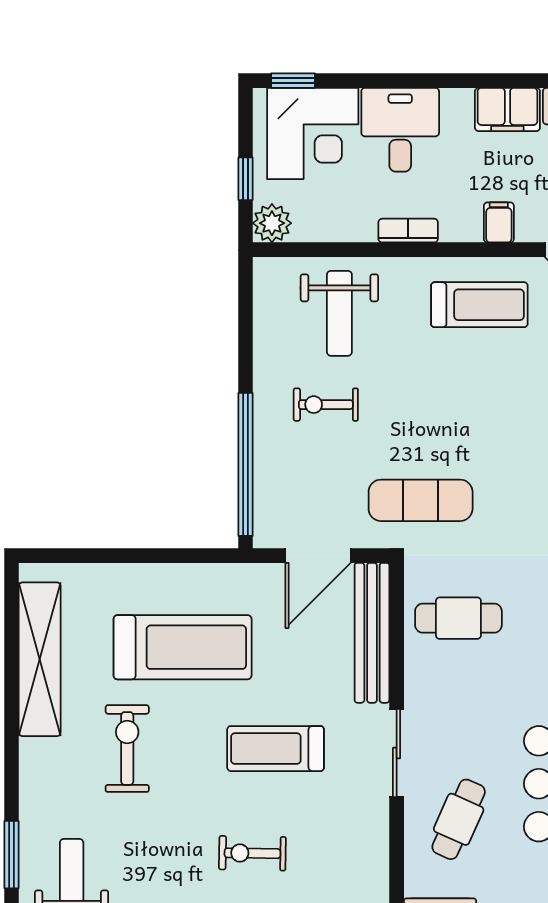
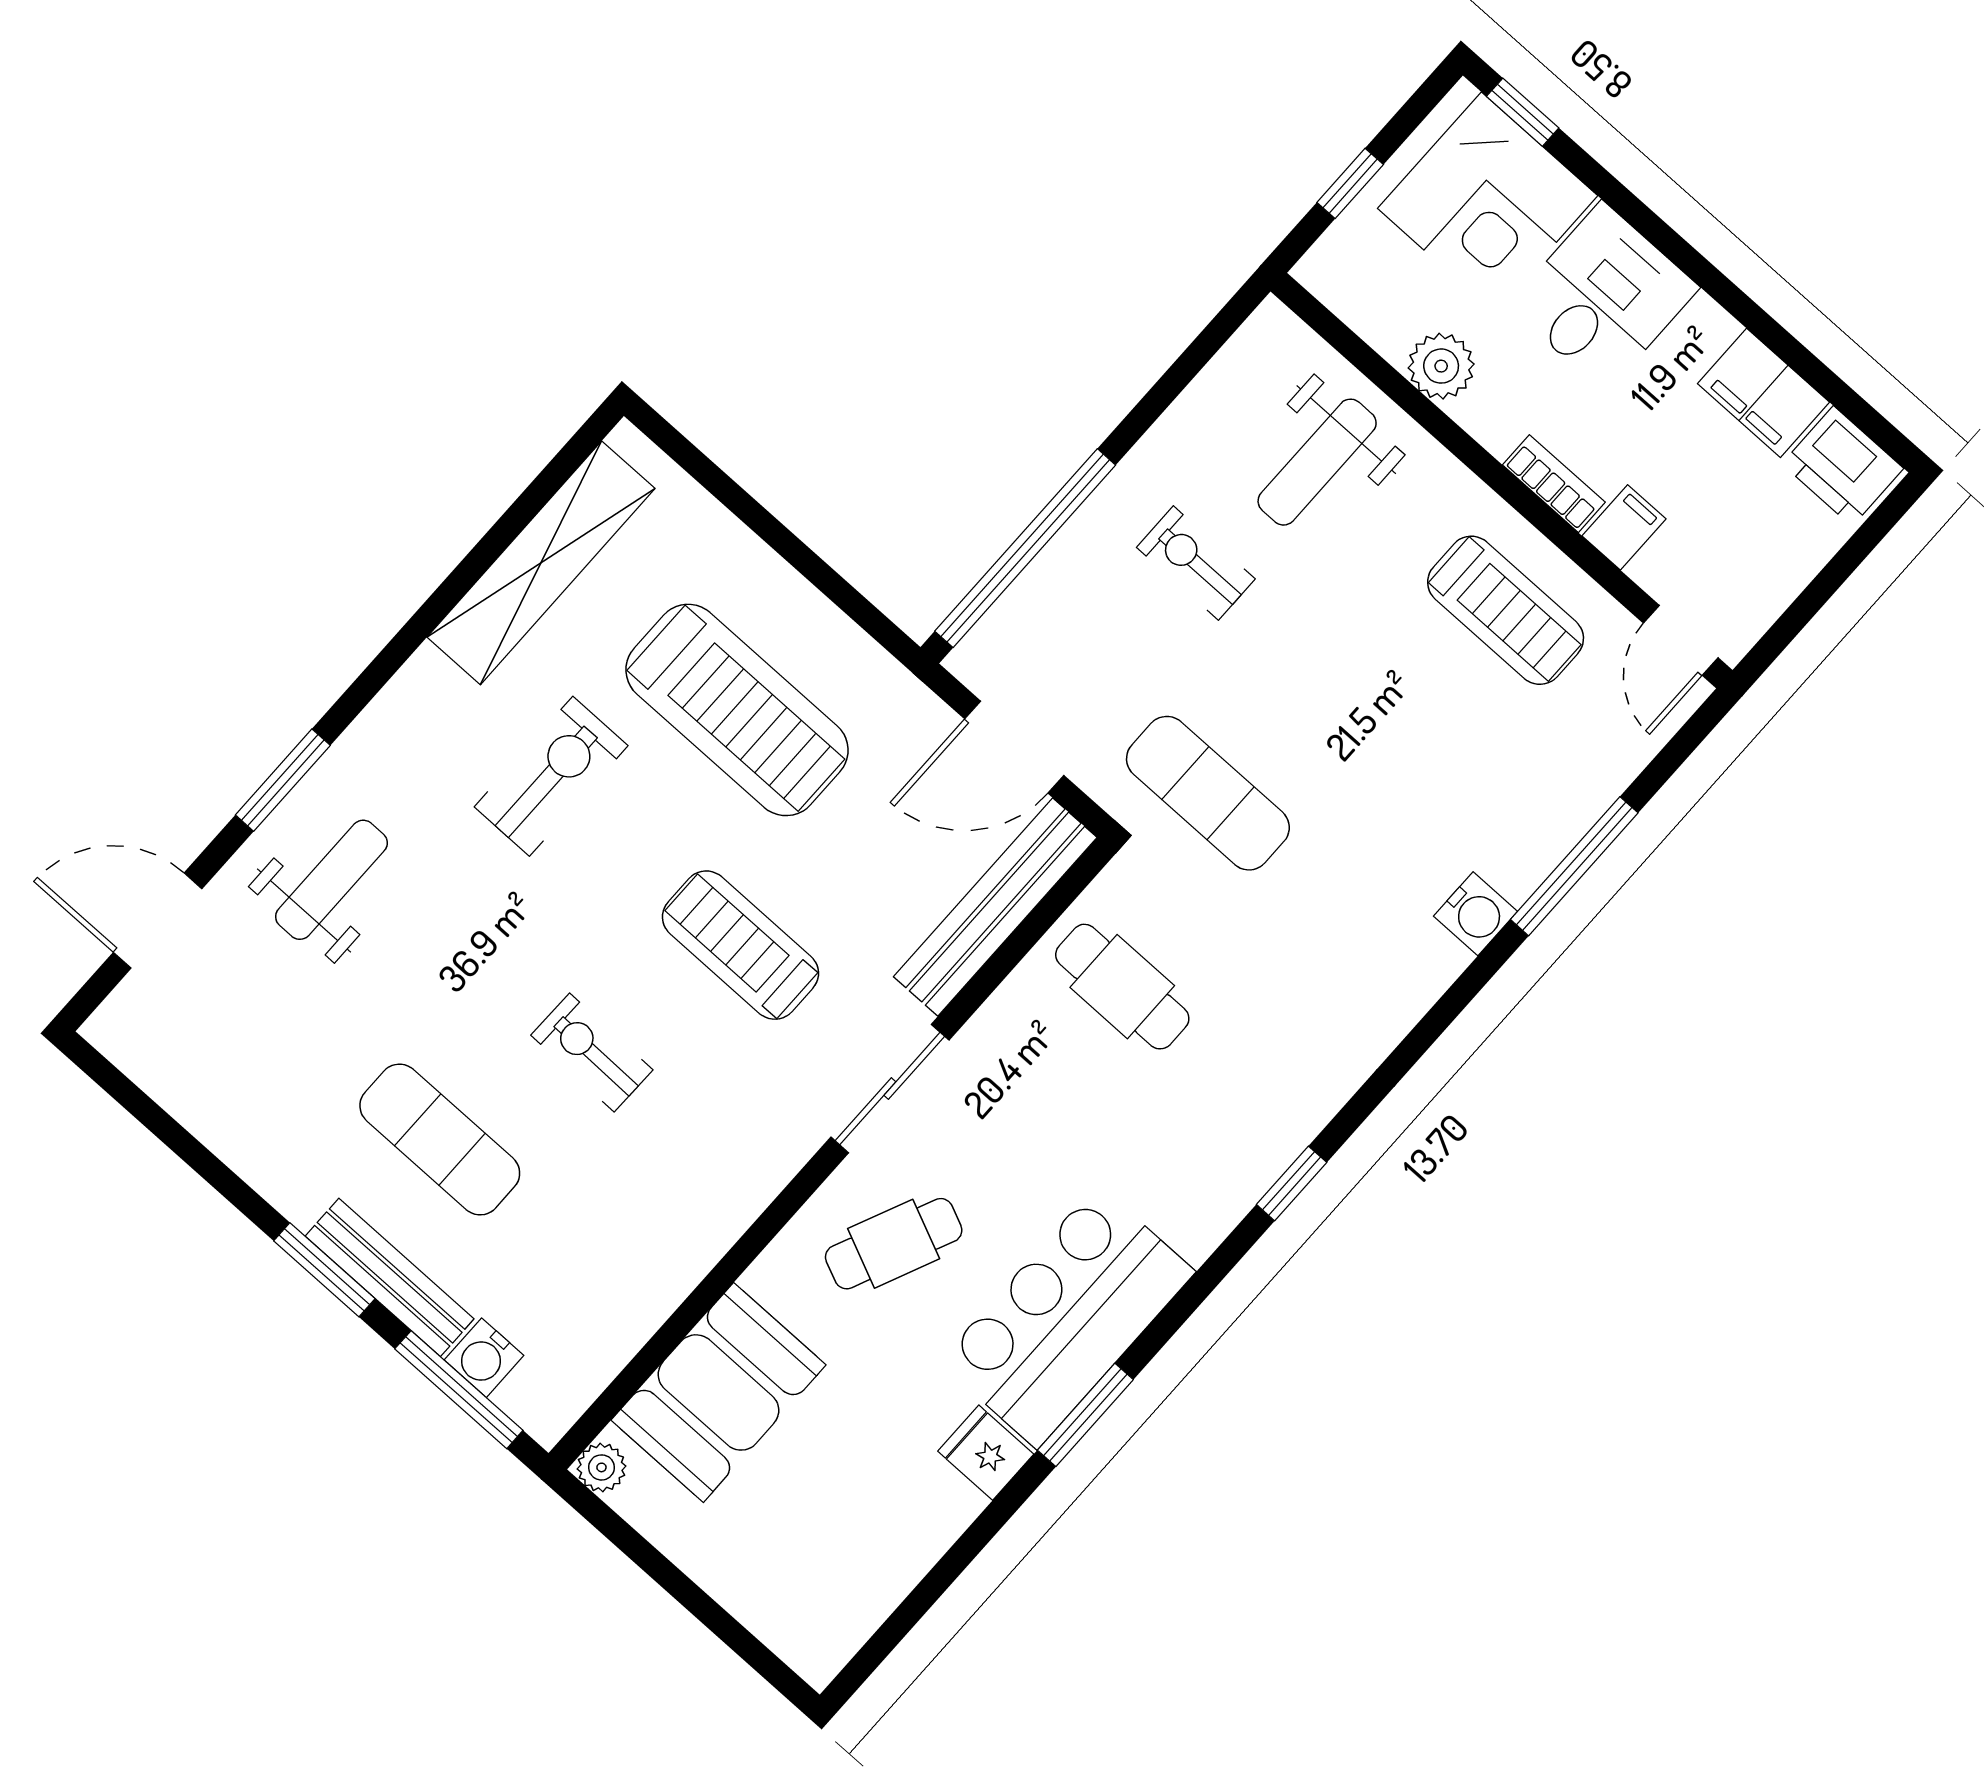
plant: (272, 223) -> (1441, 366), moved
bookcase: (408, 231) -> (1554, 484), moved

